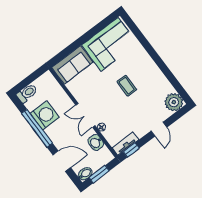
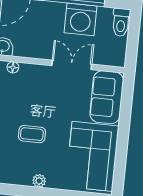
plant: (147, 60) -> (39, 181), added
double door: (85, 115) -> (72, 65), moved

